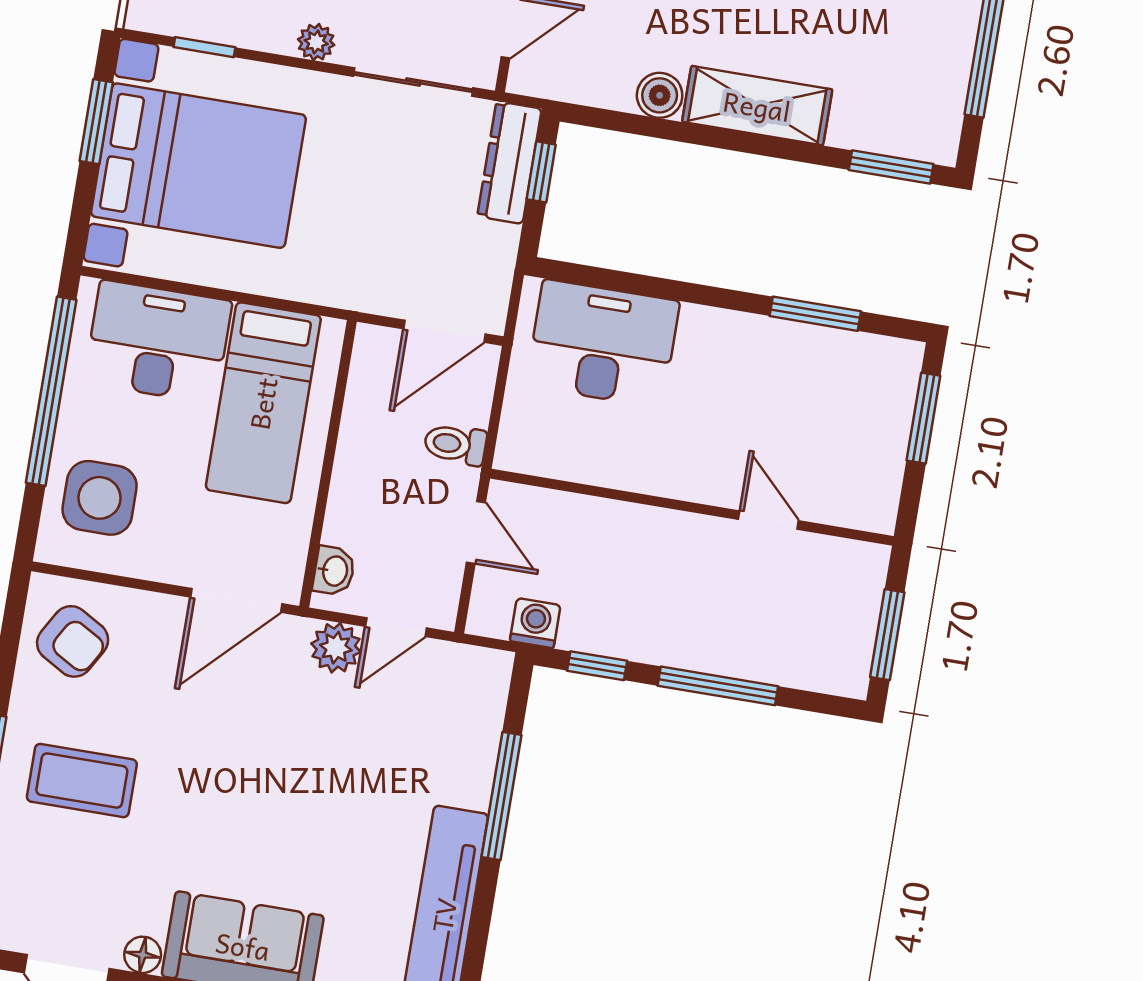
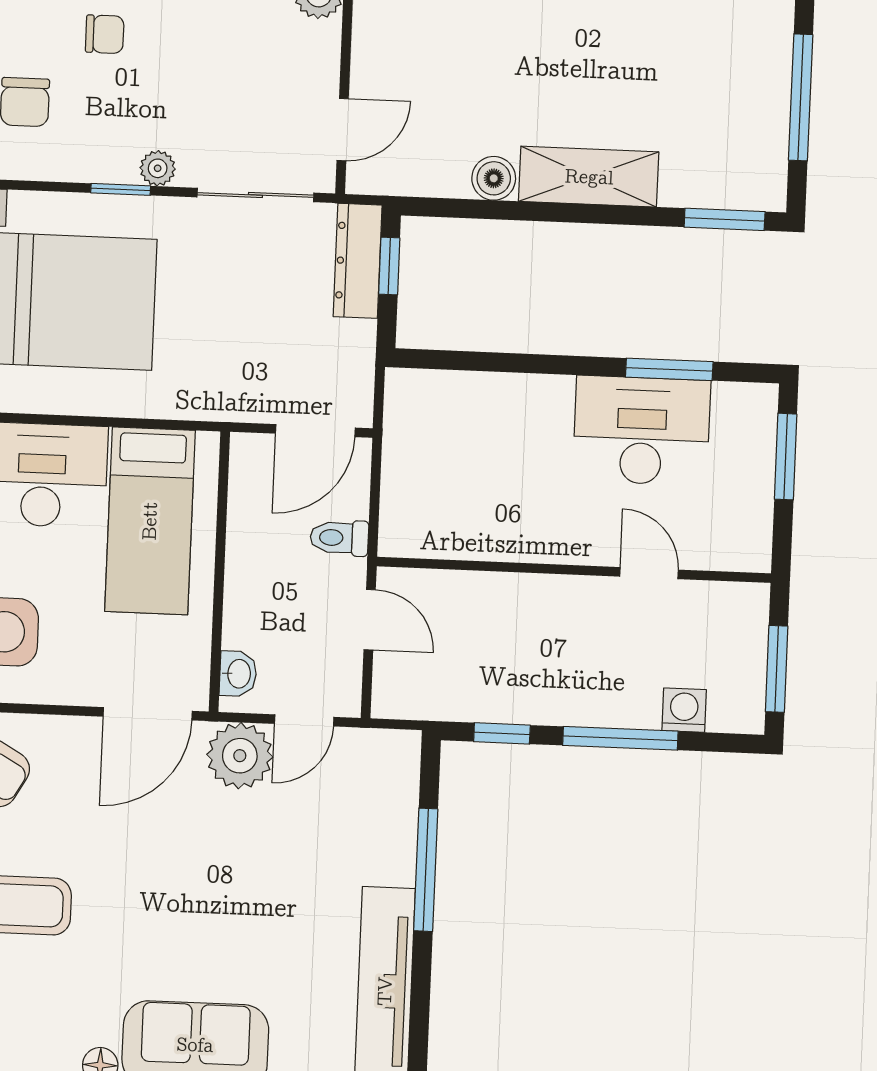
window: (204, 47) -> (121, 189), moved
desk: (603, 343) -> (642, 431), moved
washing machine: (535, 623) -> (684, 710), moved
plant: (336, 648) -> (240, 756), width x1.36, depth x1.36

